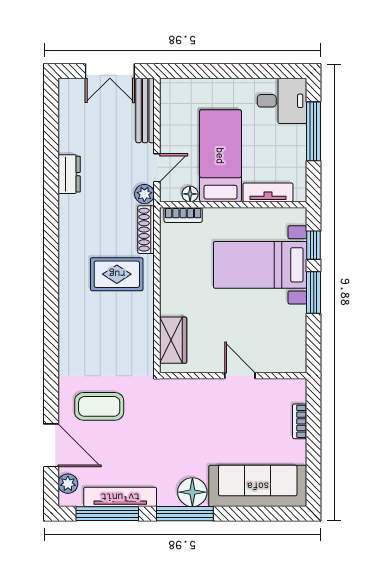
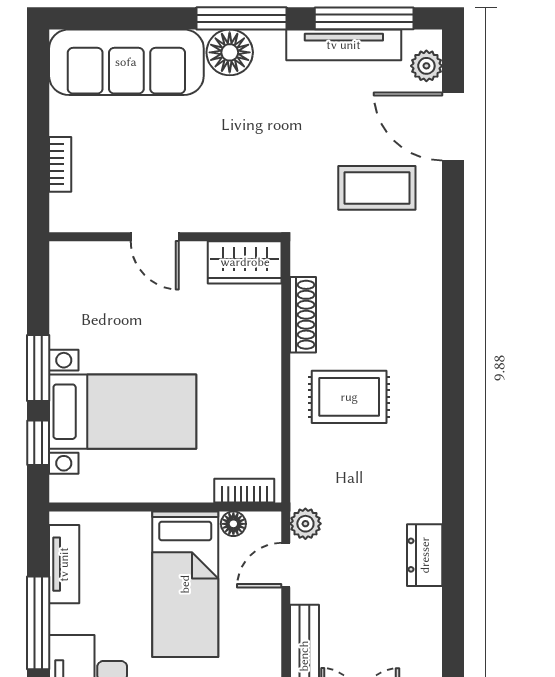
tv unit: (268, 192) -> (64, 564), moved, turned -90
shoe rack: (146, 230) -> (303, 315), moved
wardrobe: (173, 340) -> (245, 262), moved, turned -90

